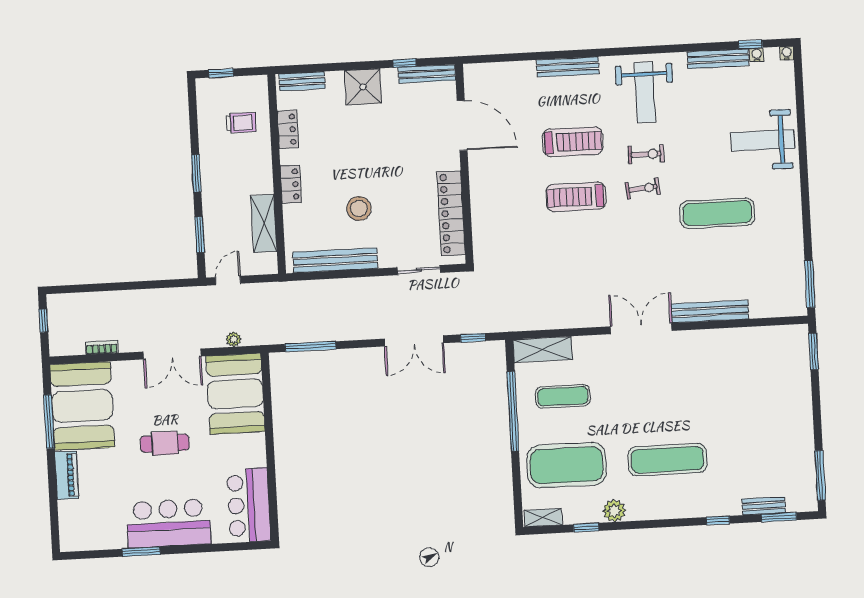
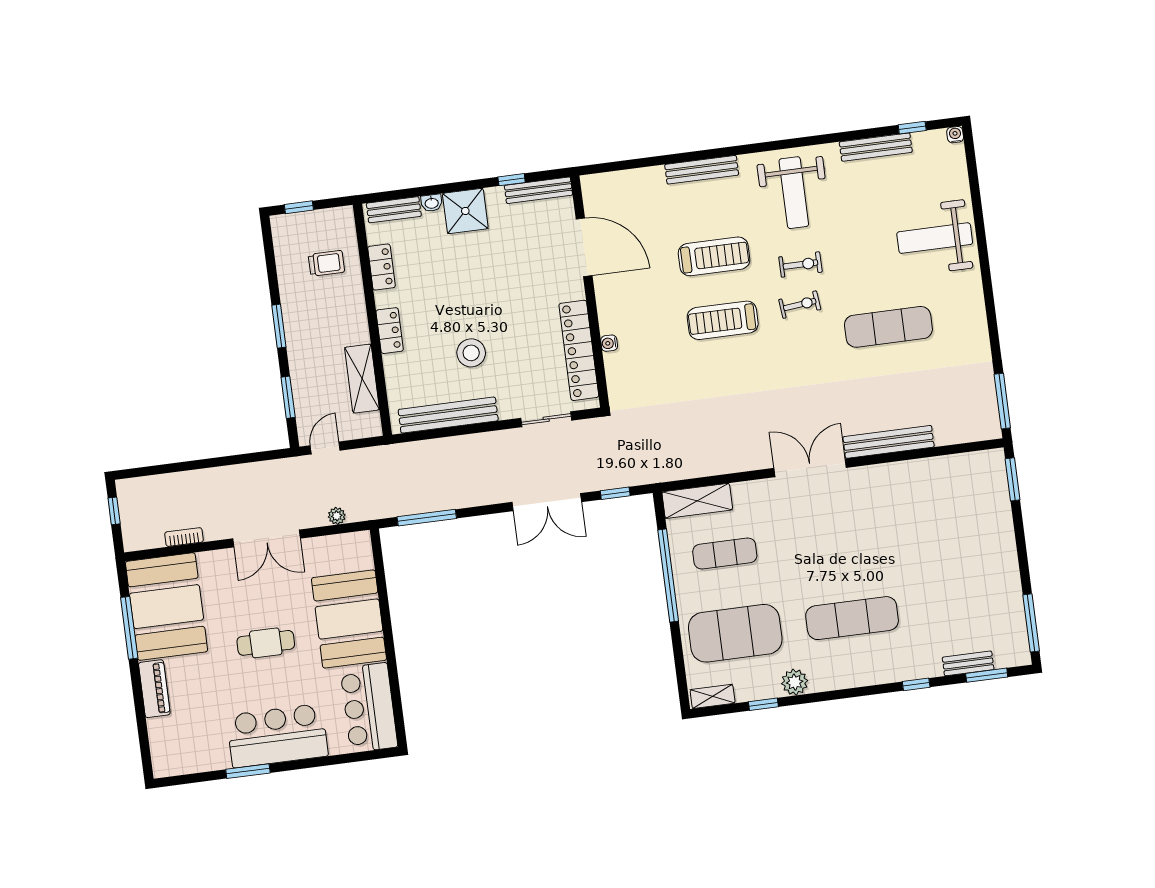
water cooler: (757, 55) -> (609, 343), moved, turned -90
washbasin: (335, 78) -> (432, 203), added
booth: (236, 394) -> (349, 619), moved

